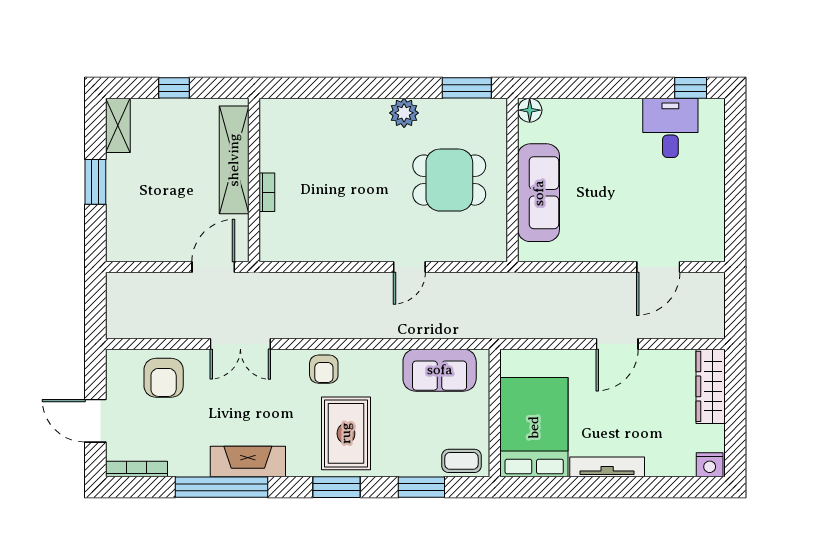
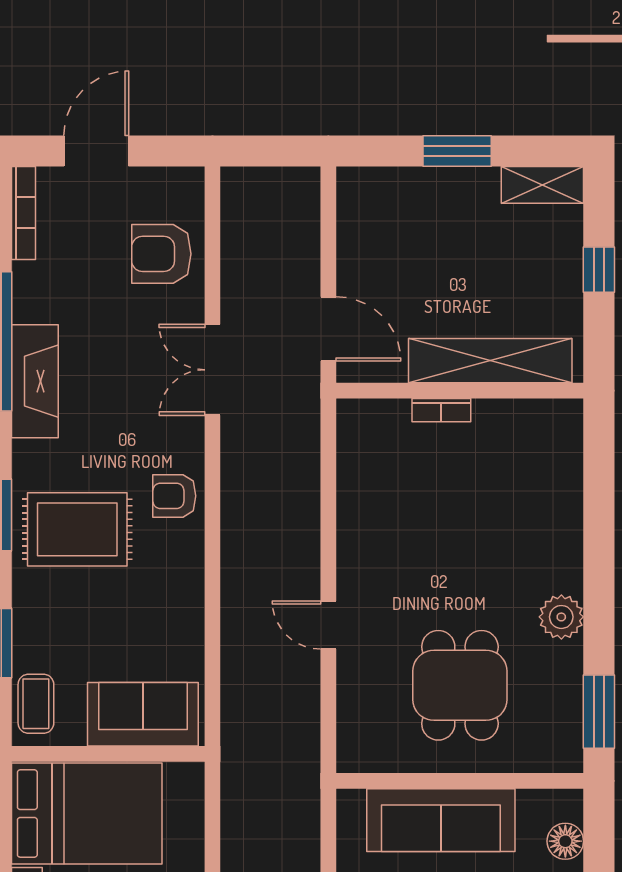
floor lamp: (530, 110) -> (565, 841), moved
sofa: (440, 370) -> (143, 714), moved, turned 90

